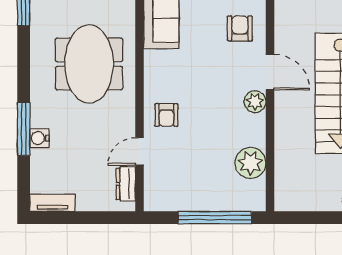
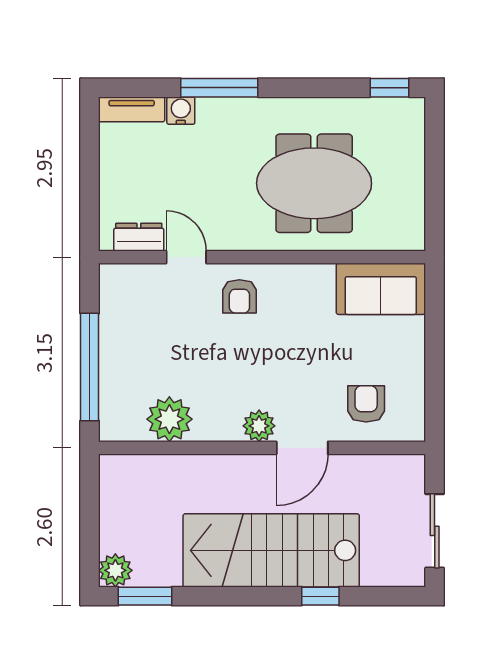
armchair: (240, 28) -> (366, 404), turned -90
armchair: (166, 115) -> (239, 296), turned -90
water cooler: (39, 138) -> (181, 111), moved
tv unit: (52, 203) -> (132, 109), moved, turned 90

